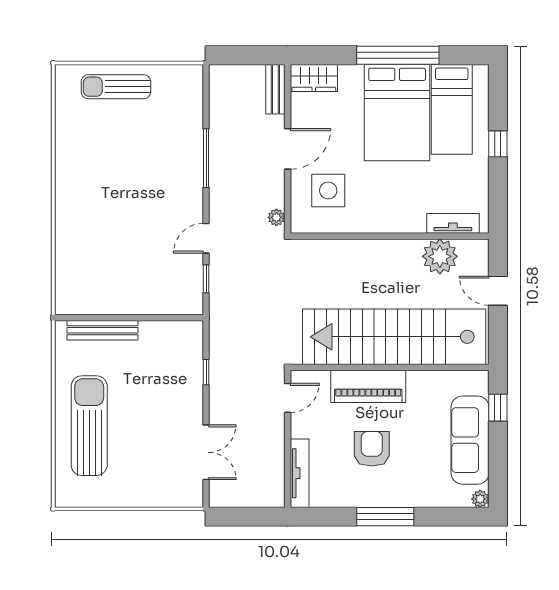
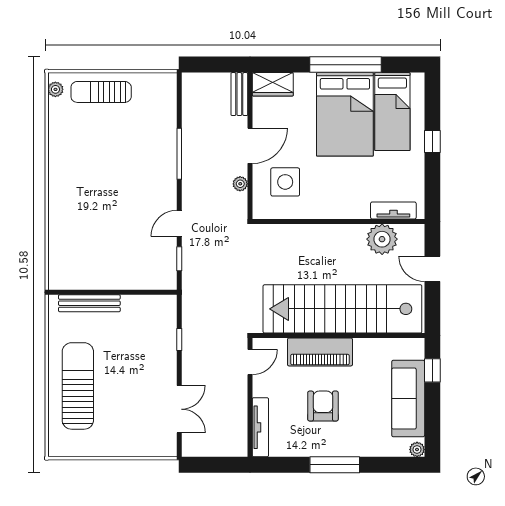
plant: (63, 84) -> (55, 89), added
plant: (276, 217) -> (240, 184), moved

